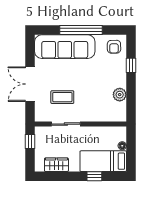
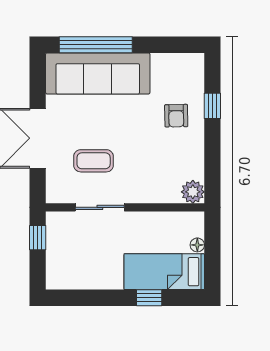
window: (81, 30) -> (96, 45), moved
armchair: (114, 47) -> (176, 116), moved
plant: (120, 95) -> (193, 192), moved
wardrobe: (56, 165) -> (83, 278), removed

